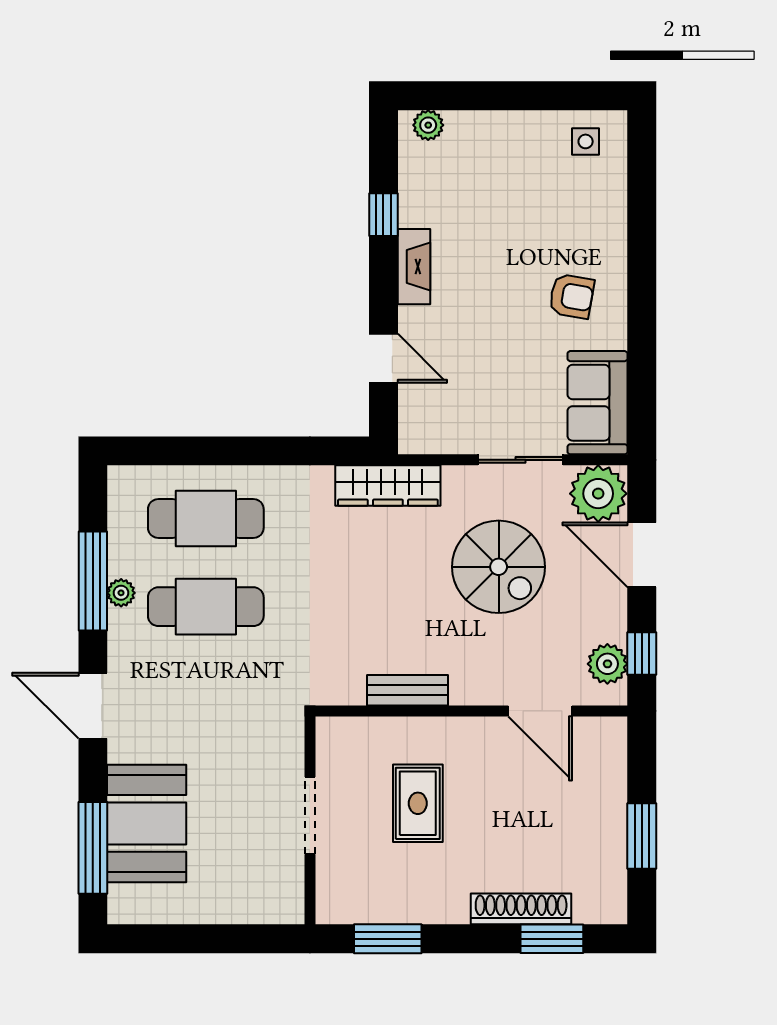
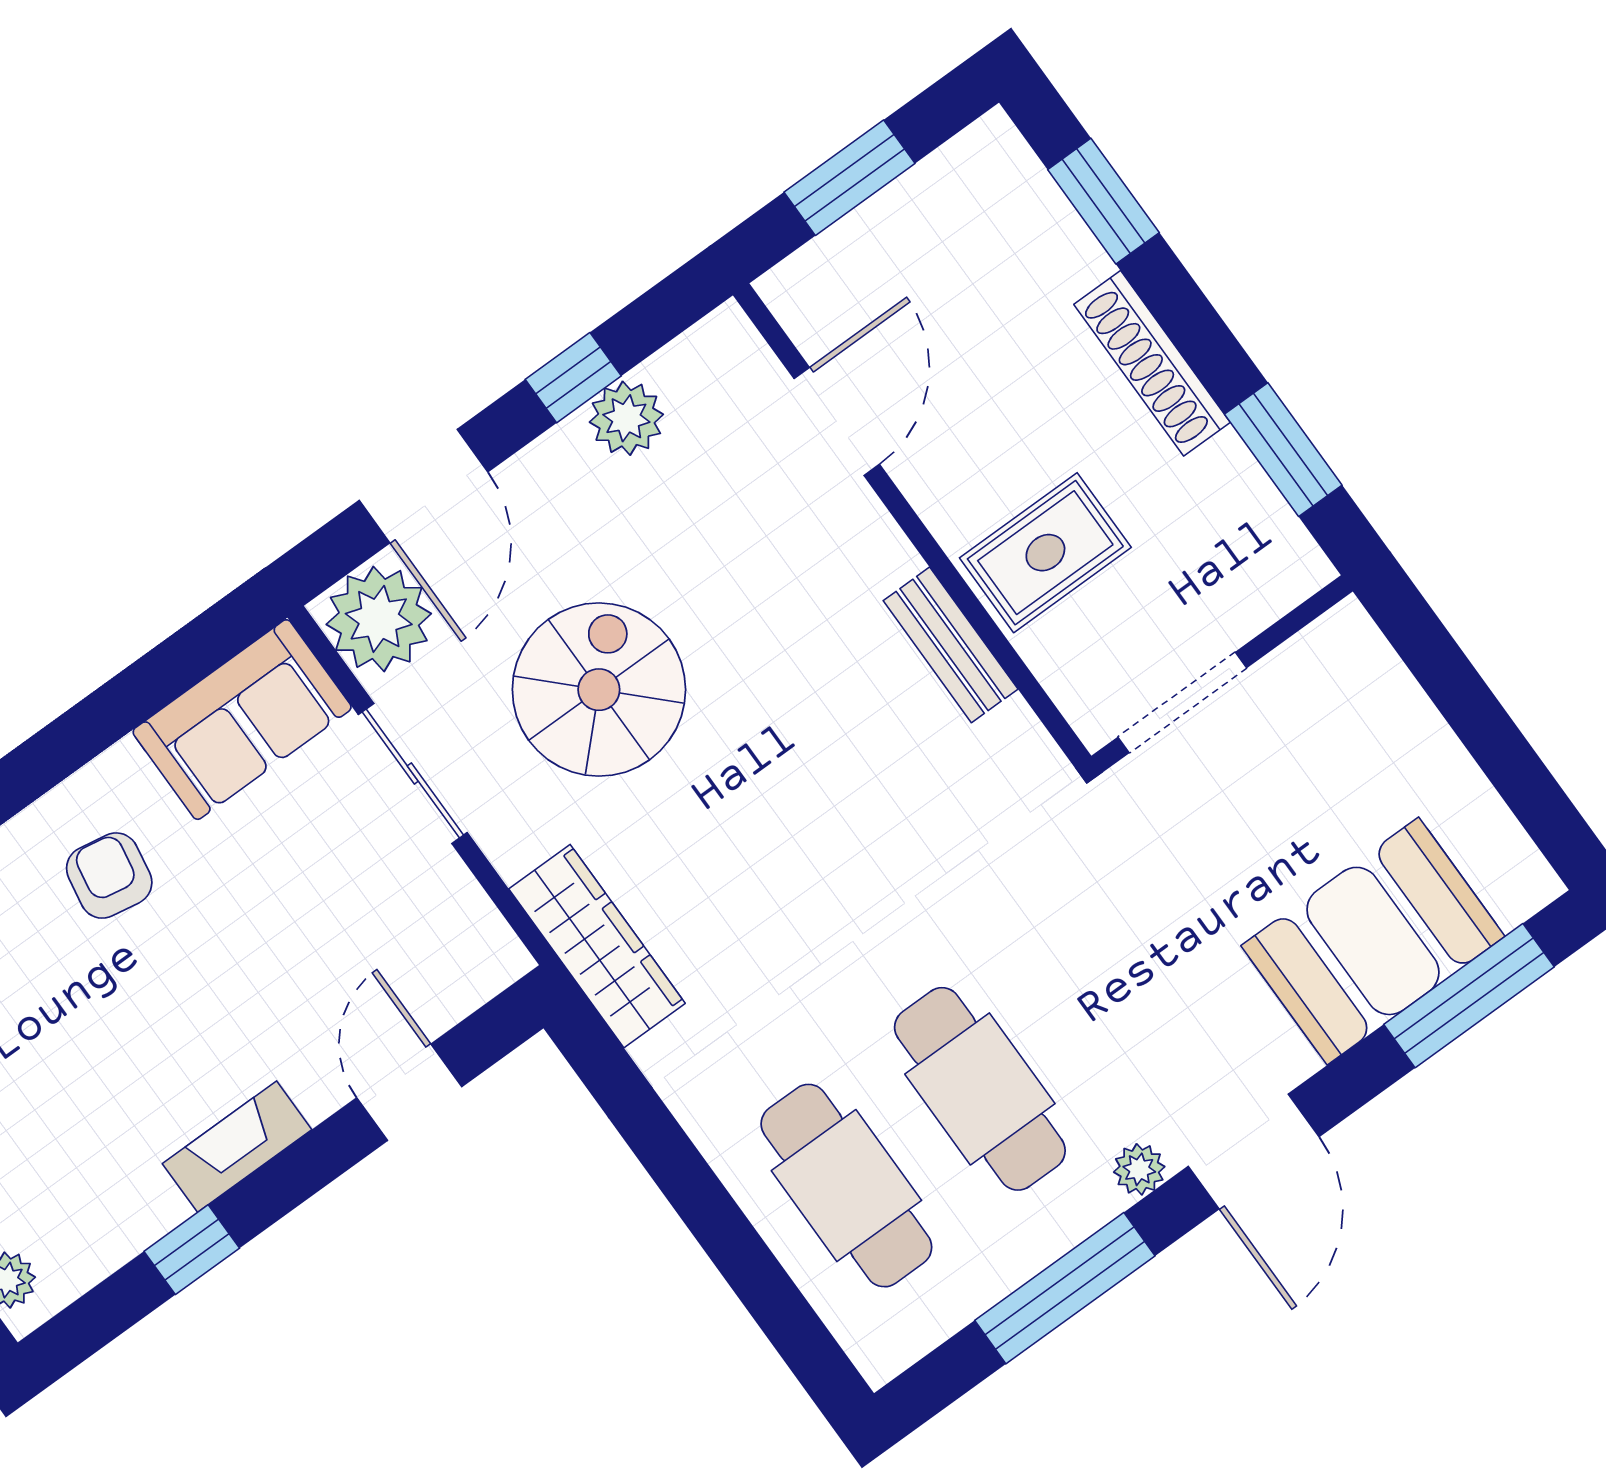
plant: (121, 593) -> (1139, 1169), moved
bench: (408, 690) -> (951, 645), moved
wall: (471, 711) -> (912, 526), moved
door: (540, 711) -> (837, 421), moved
shoe rack: (521, 909) -> (1152, 363), moved

